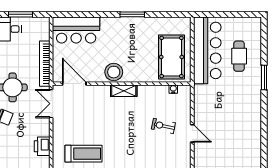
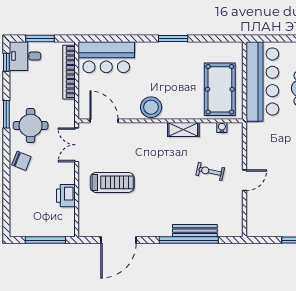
bookcase: (45, 64) -> (69, 72), moved
shelving: (124, 91) -> (183, 130), moved
door: (192, 133) -> (245, 180), hinge flipped
treadmill: (83, 154) -> (112, 182), moved

